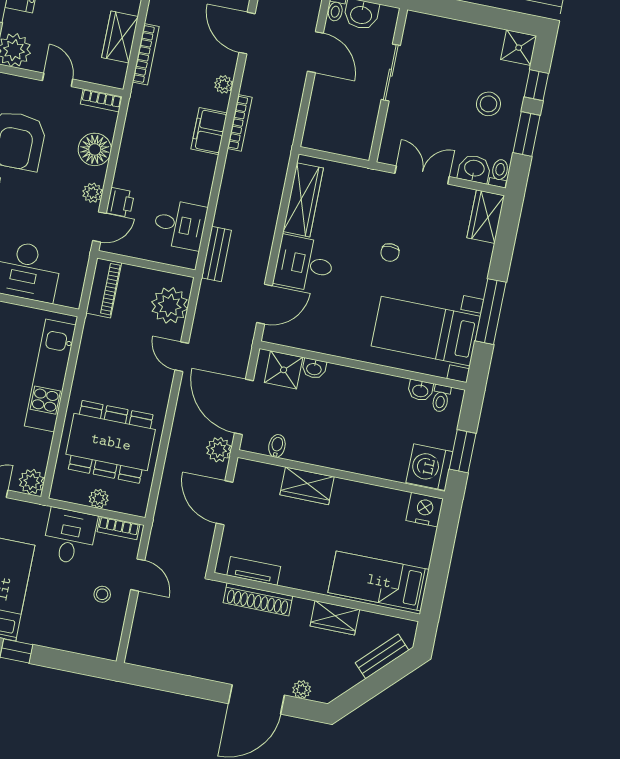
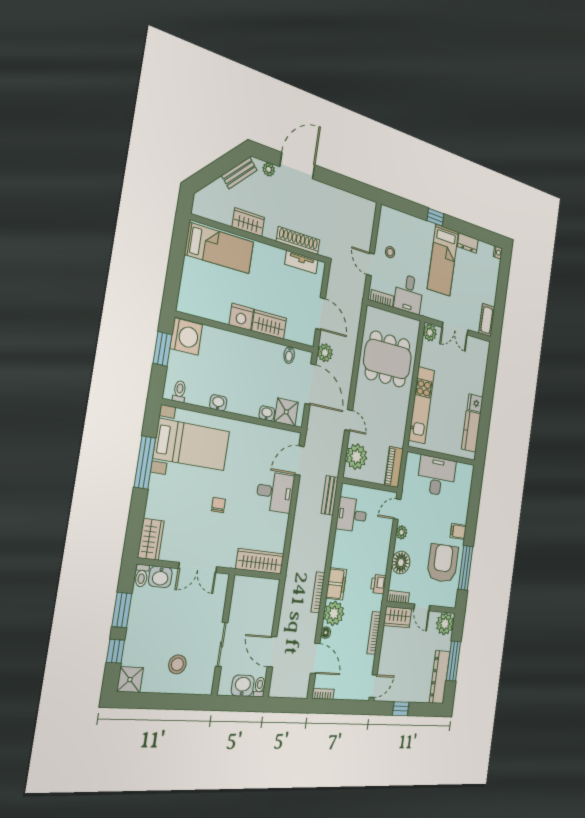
wardrobe: (120, 37) -> (398, 617), moved, turned 90
floor lamp: (229, 66) -> (326, 633), added
plant: (224, 84) -> (334, 613), width x1.87, depth x1.87
stool: (488, 104) -> (177, 664), moved
wardrobe: (303, 200) -> (260, 561), moved, turned 90
printer: (120, 202) -> (378, 584), moved
washbasin: (420, 390) -> (218, 403), moved
plant: (99, 499) -> (393, 320), removed
nightstand: (425, 510) -> (241, 317), moved
bench: (382, 656) -> (239, 173), moved

